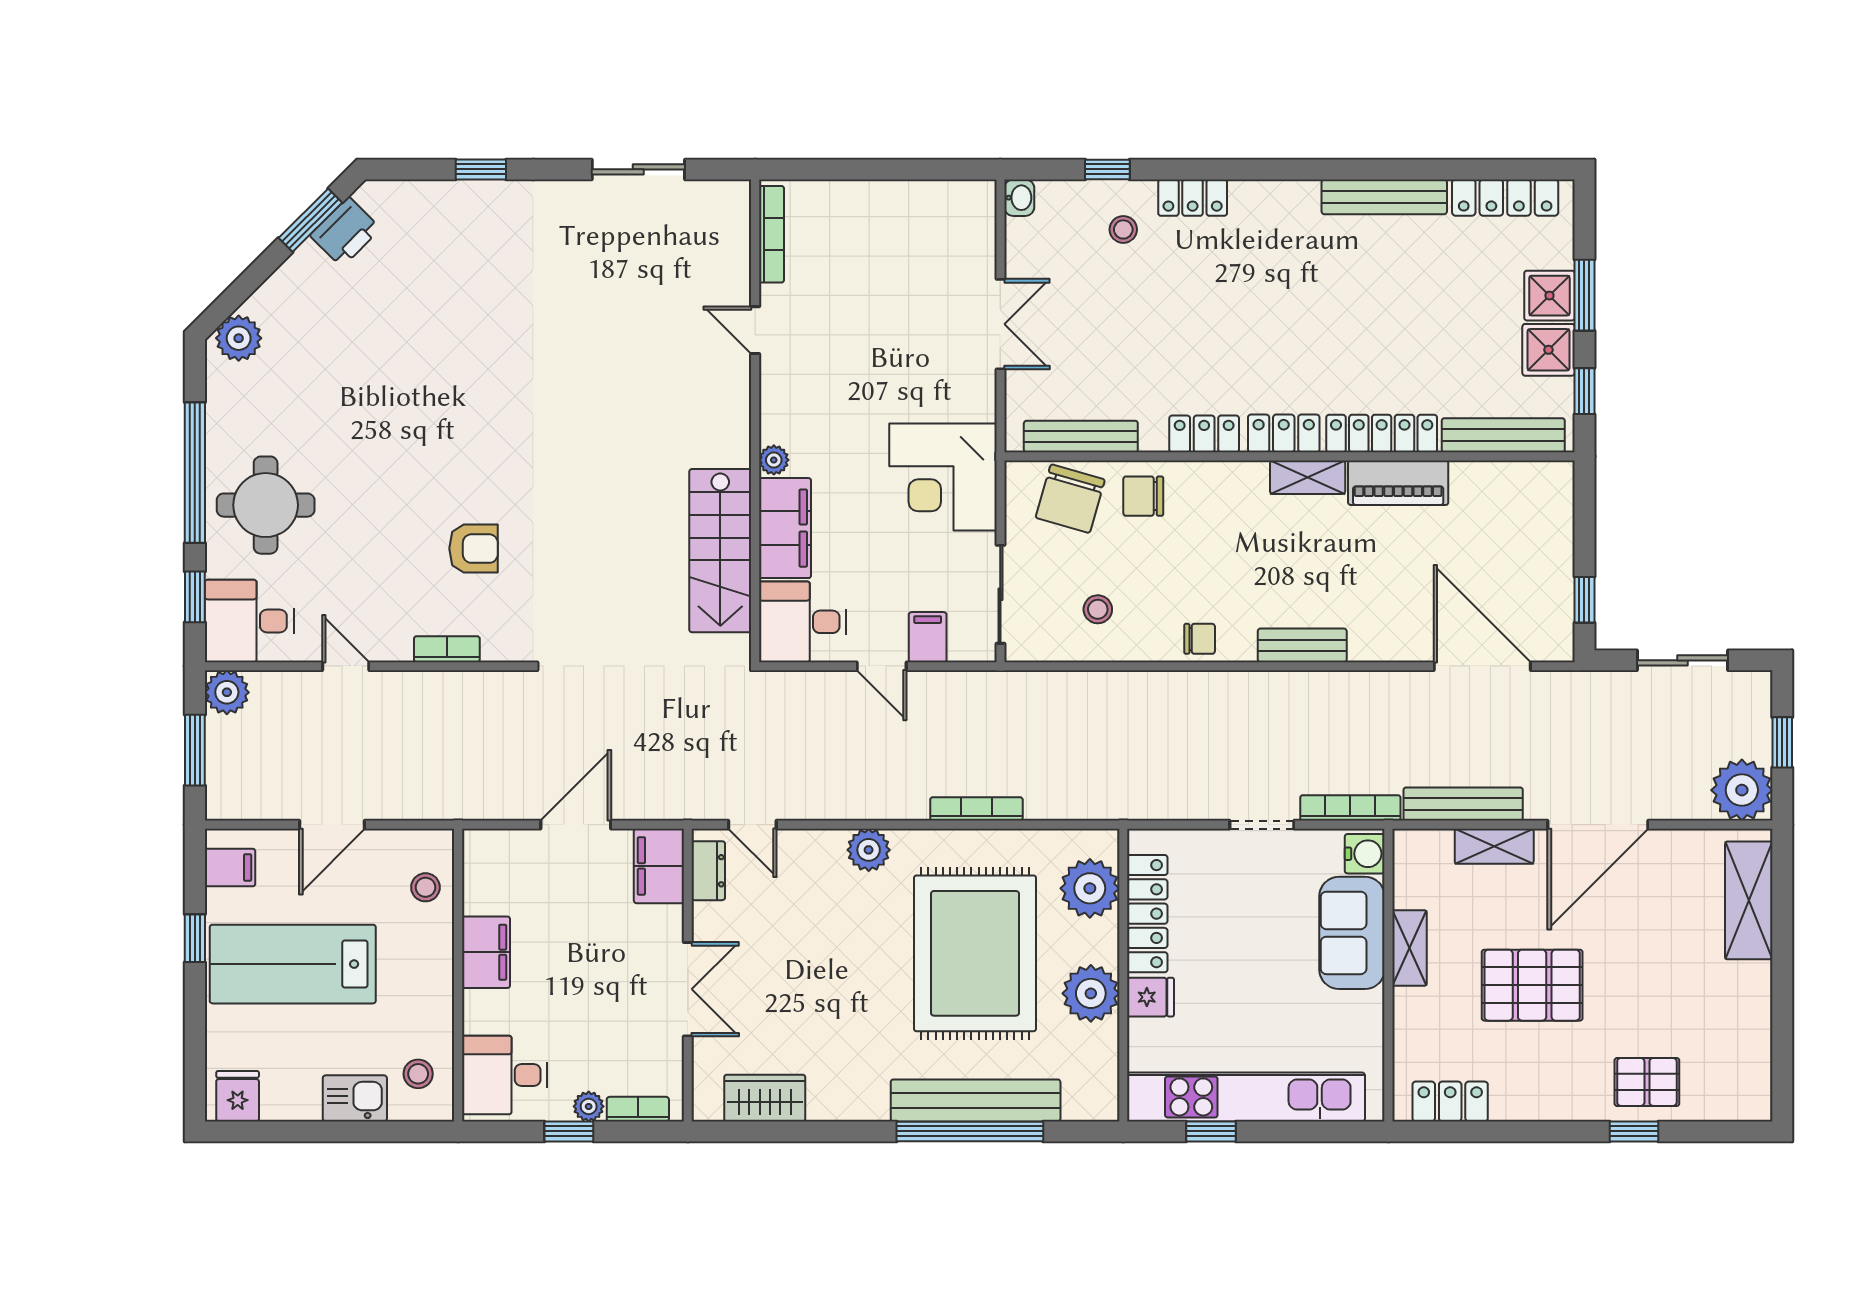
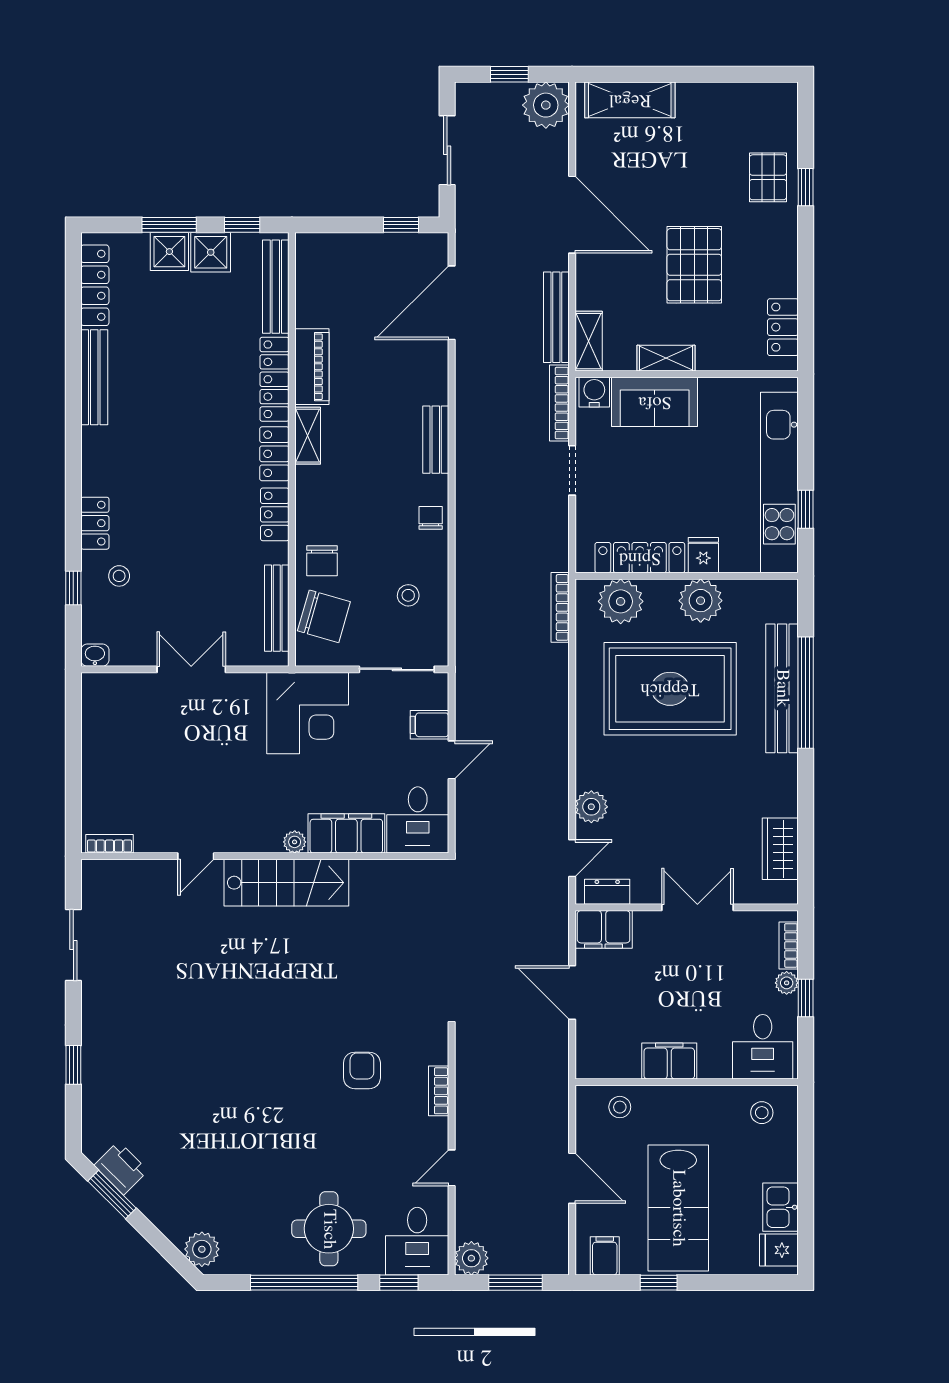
bookcase: (771, 234) -> (109, 844), width x0.64
stairs: (720, 551) -> (286, 883), moved
bookcase: (976, 809) -> (560, 607), moved
shelving: (1494, 846) -> (589, 341), moved
plant: (869, 850) -> (591, 807), moved
kitchen sink: (355, 1098) -> (780, 1207), moved

